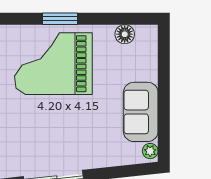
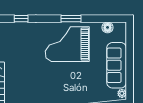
sofa: (141, 112) -> (117, 65), width x1.36

